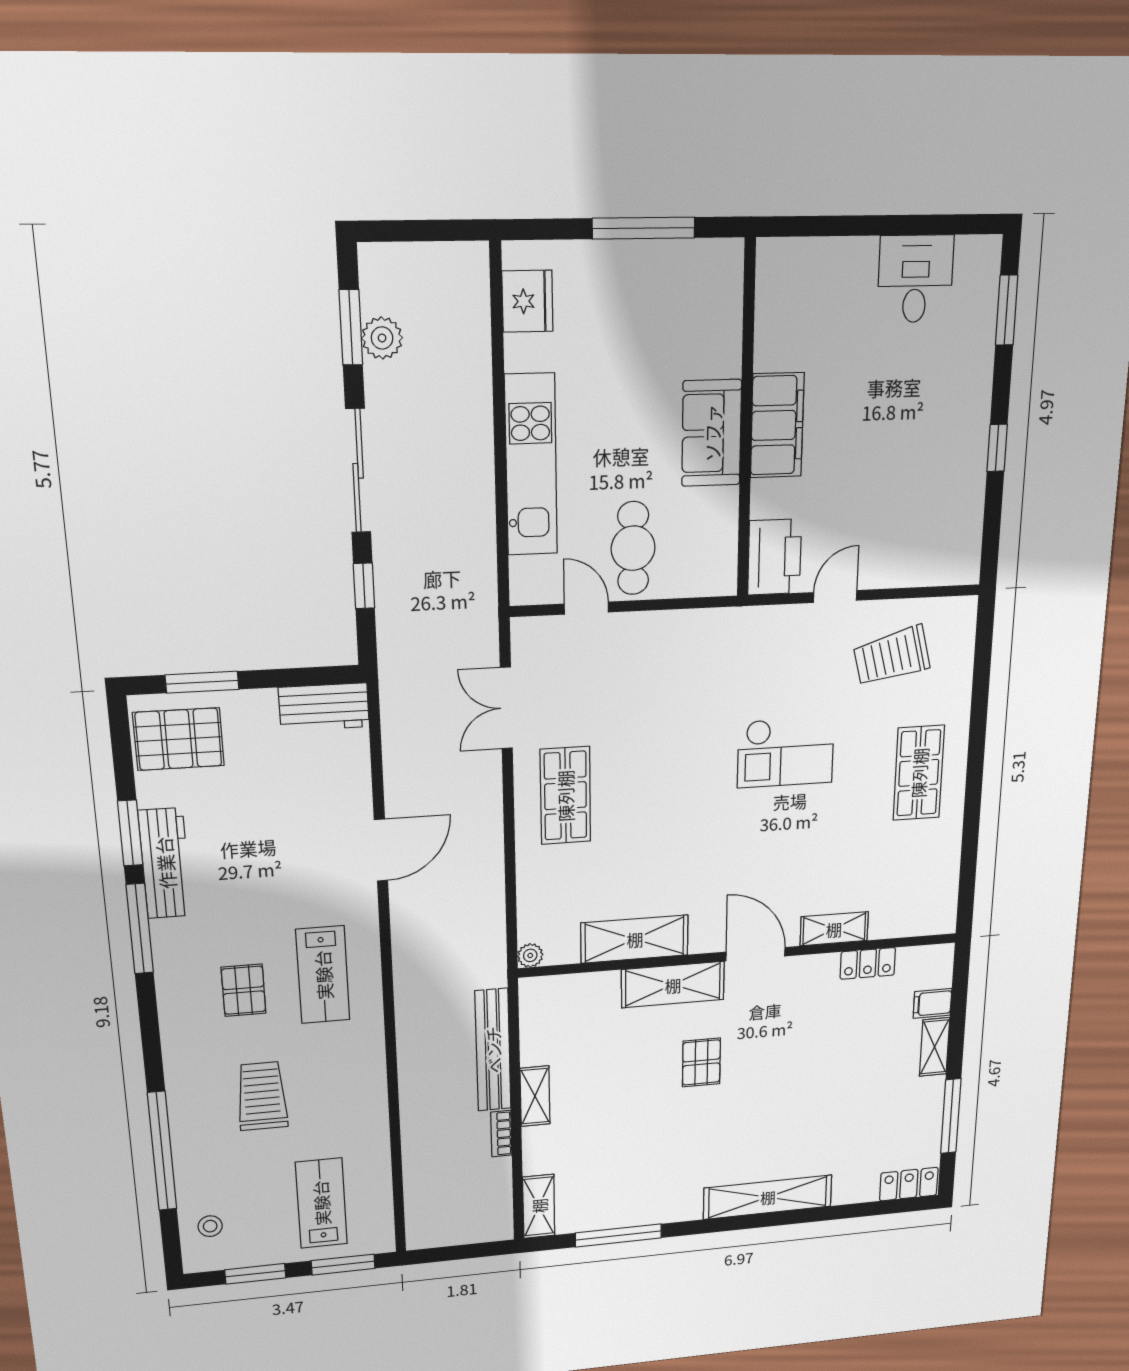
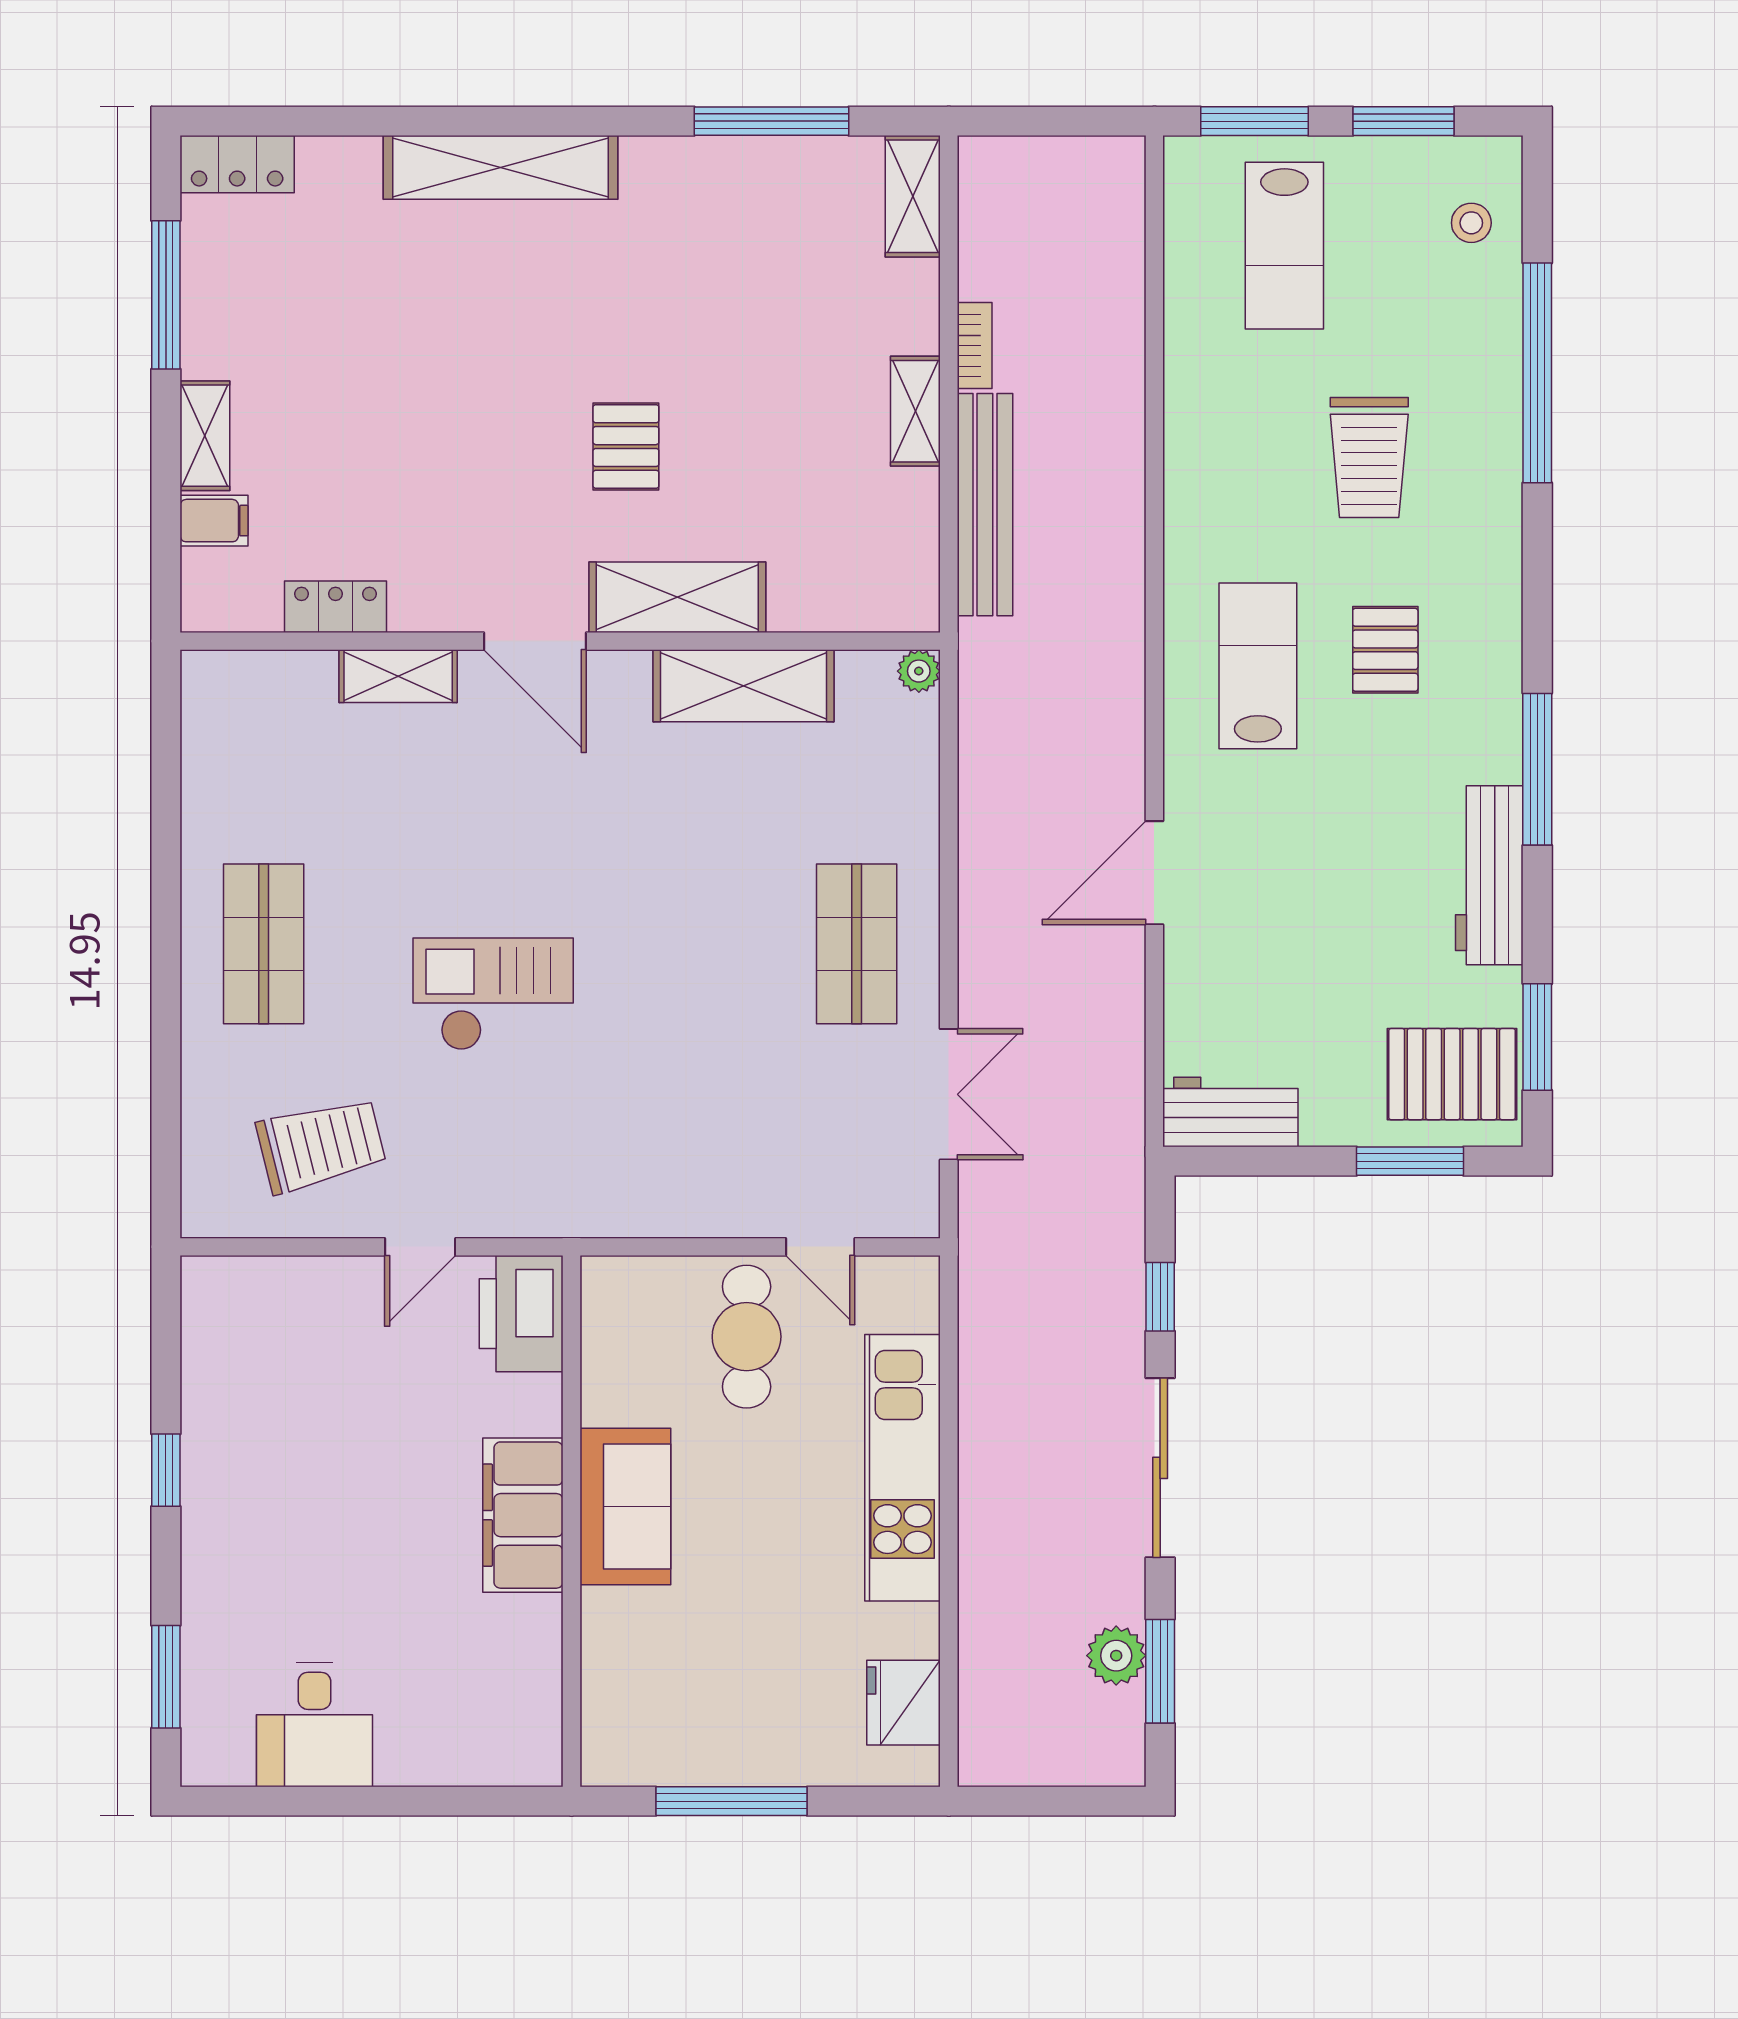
window: (130, 833) -> (1537, 1037), moved

